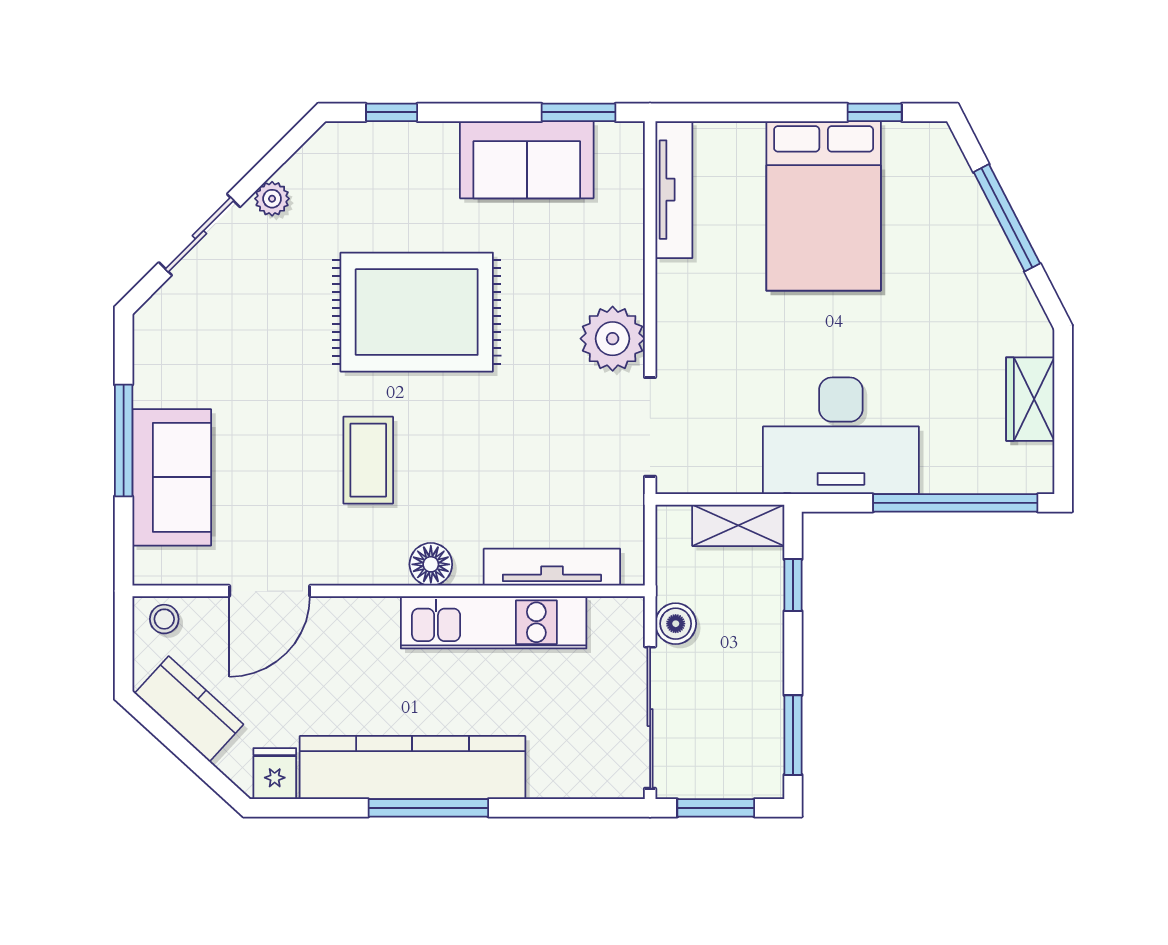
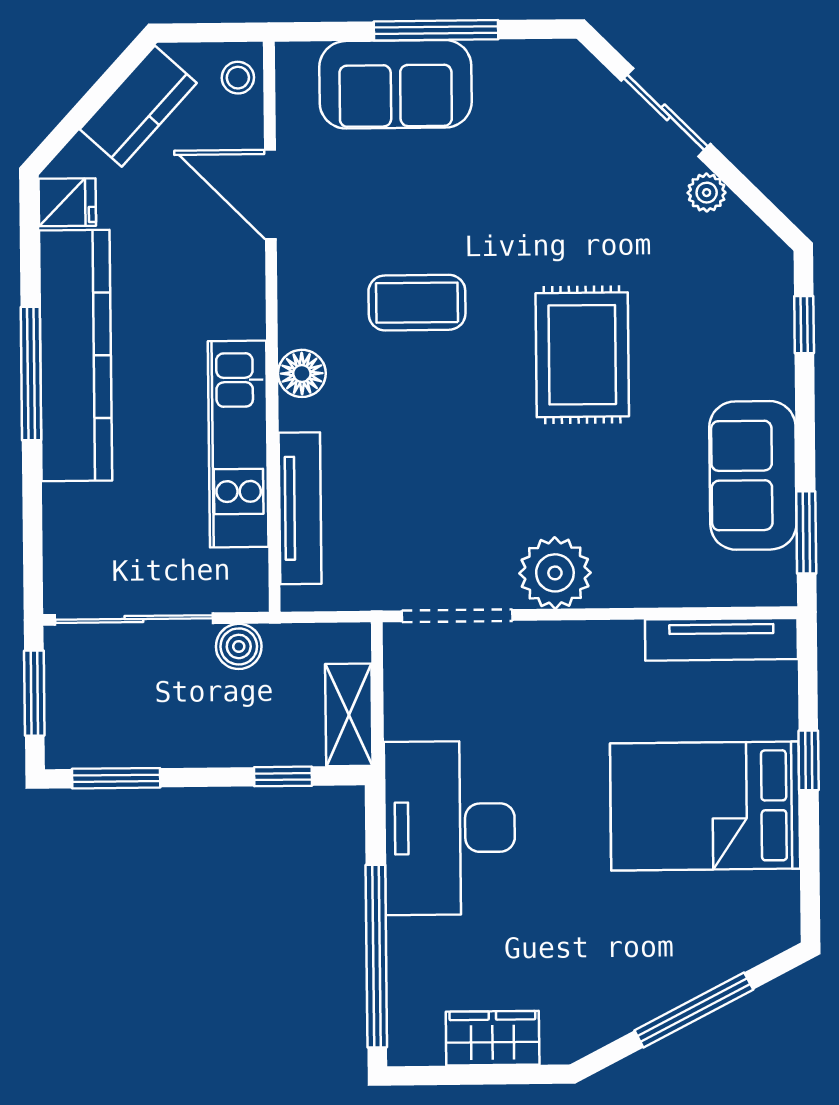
window: (875, 112) -> (809, 760), moved
rug: (417, 312) -> (582, 355), width x0.73, depth x0.69

